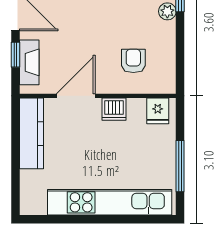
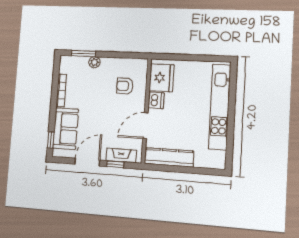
door: (76, 96) -> (145, 126), hinge flipped
fridge: (158, 111) -> (161, 78), width x1.88, depth x1.34
window: (180, 166) -> (197, 58), removed

